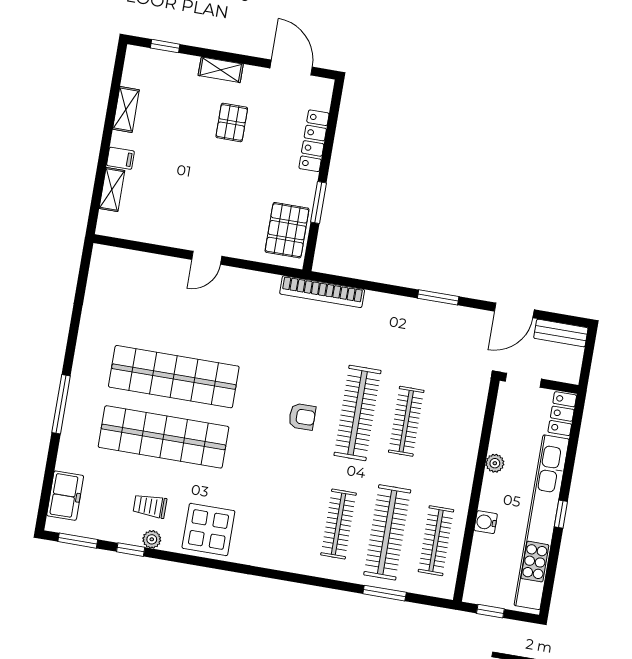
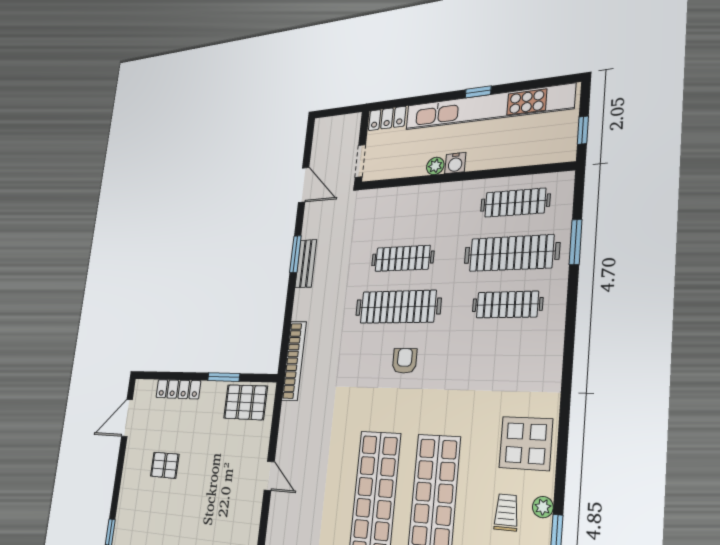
shelving: (221, 70) -> (127, 480), removed
bench: (561, 333) -> (306, 264), moved
trolley: (150, 506) -> (506, 512), turned 180
water cooler: (486, 522) -> (455, 163), moved

